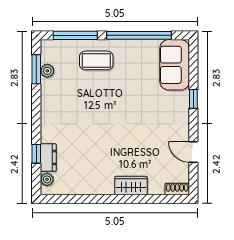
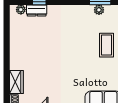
wardrobe: (131, 186) -> (16, 82), moved

